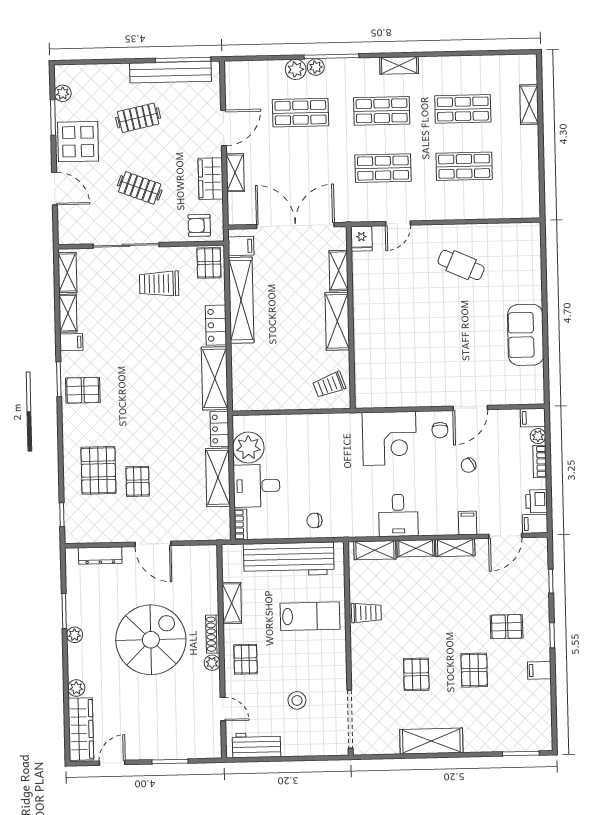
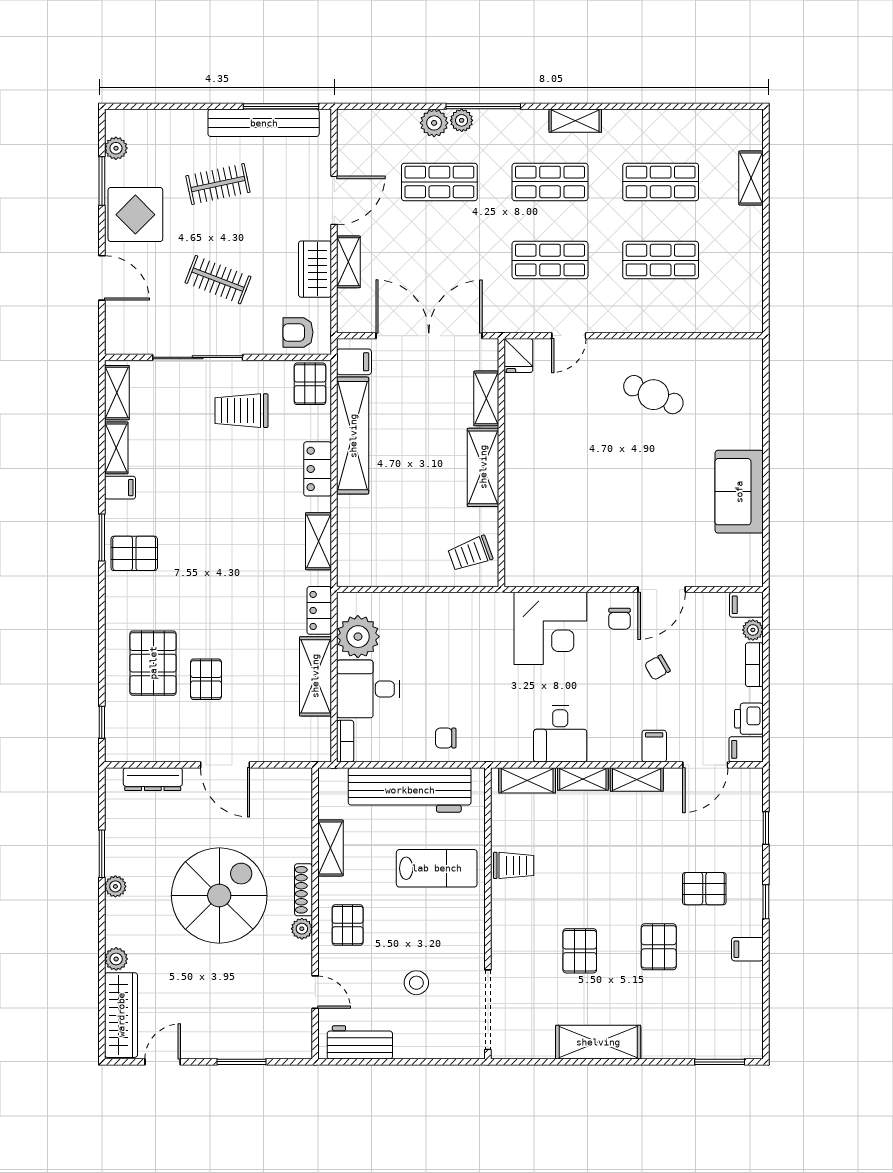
shelving: (215, 378) -> (318, 541), width x0.67, depth x0.75

